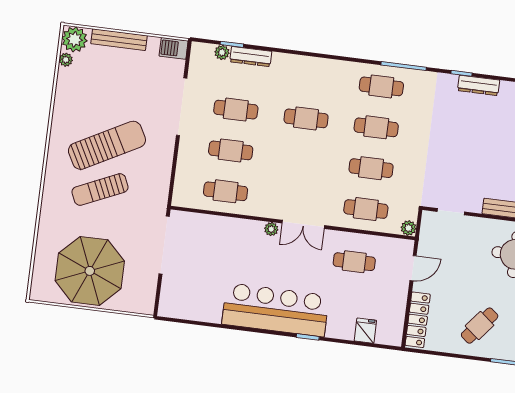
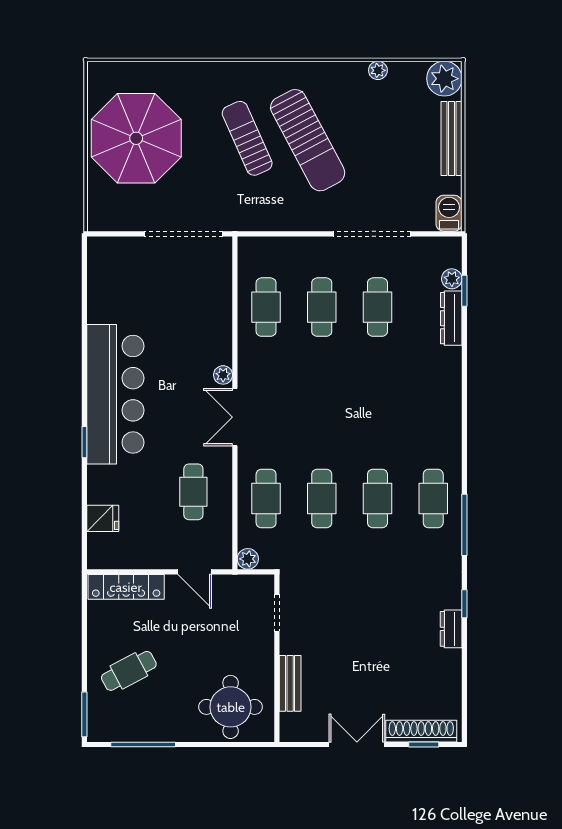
plant: (66, 60) -> (378, 70), moved
dresser: (479, 85) -> (451, 629), width x0.70
cafe table: (306, 118) -> (377, 403), removed
cafe table: (480, 326) -> (129, 671), turned -67

